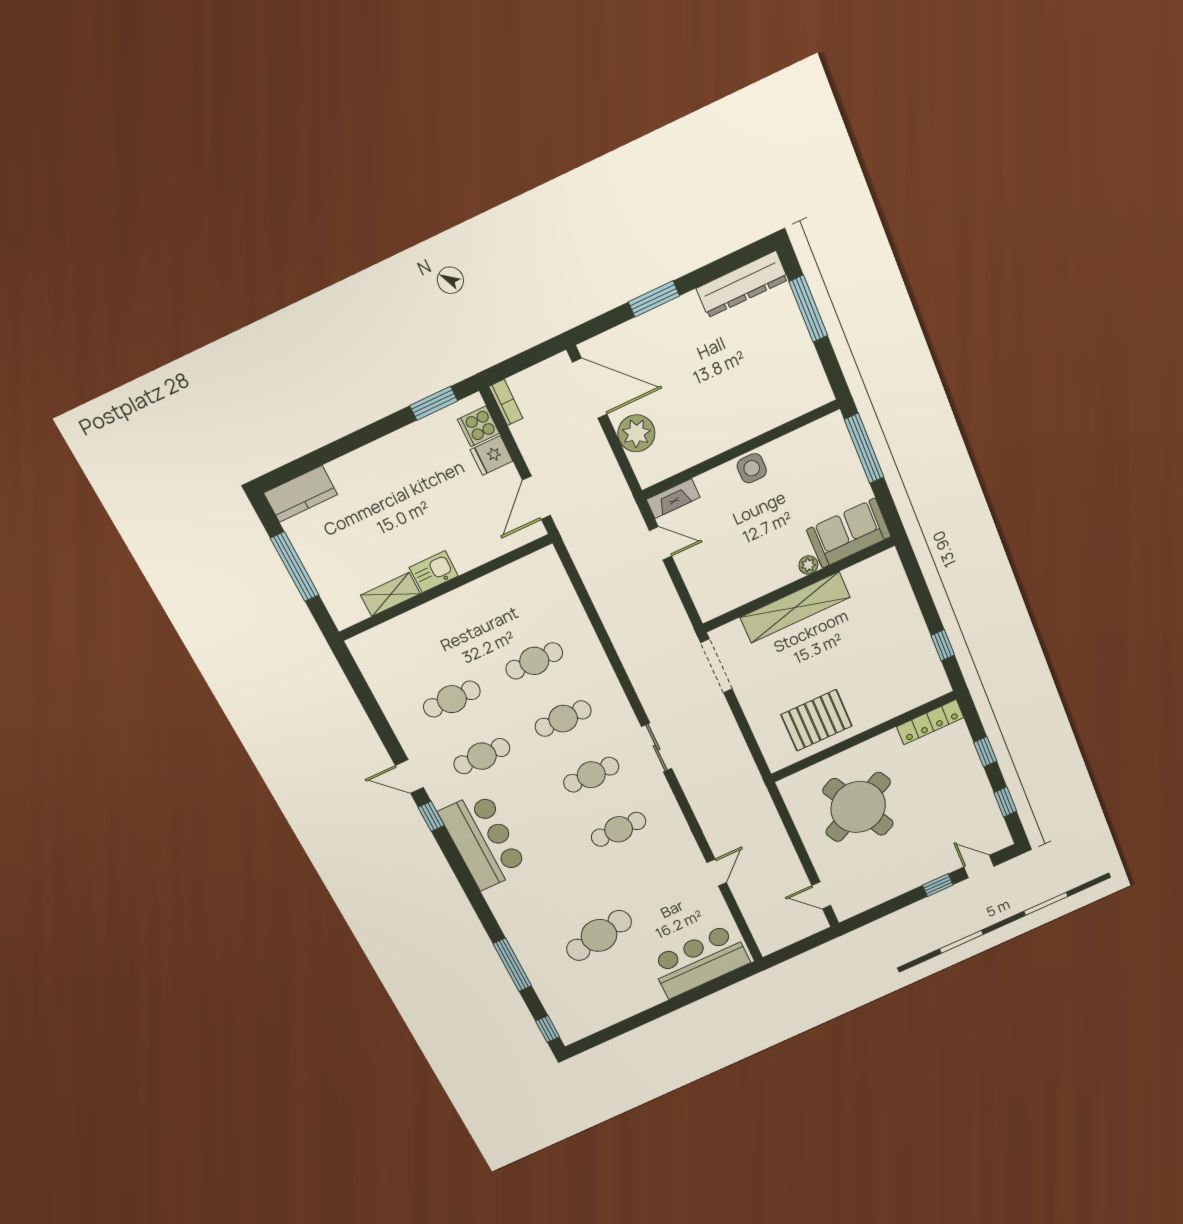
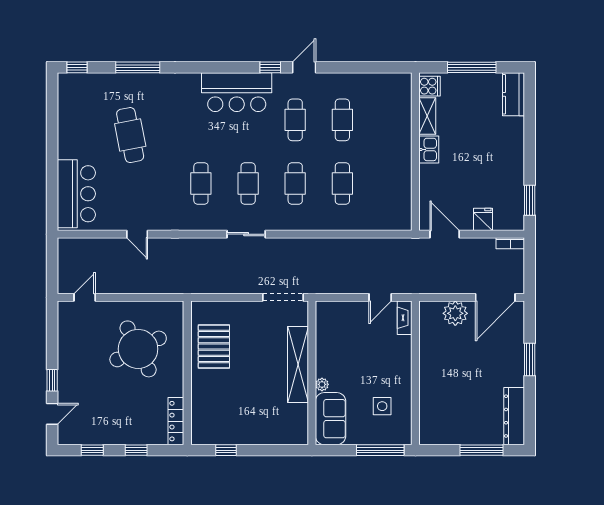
cooker: (478, 426) -> (430, 86), moved, turned 90
side table: (752, 468) -> (382, 406), moved

